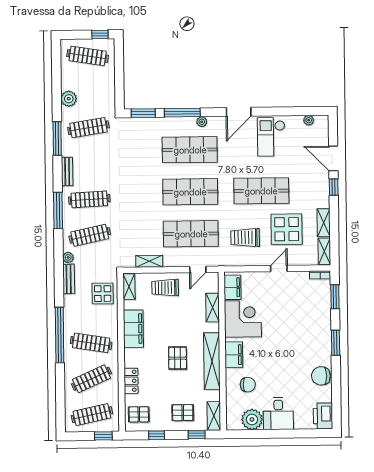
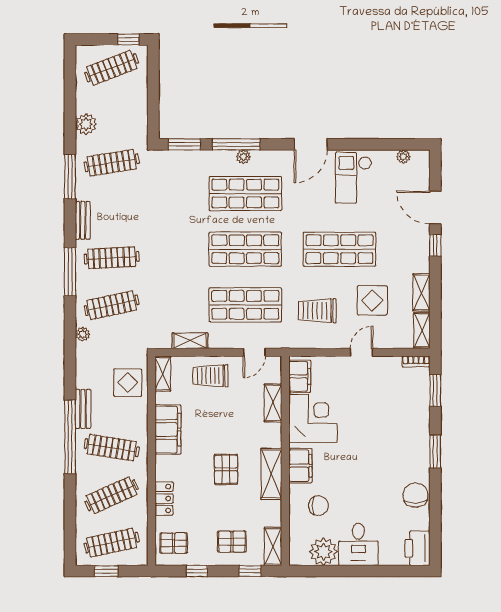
clothes rail: (88, 56) -> (112, 68), turned -30
plant: (202, 122) -> (243, 157), moved
display table: (287, 229) -> (372, 300), width x0.73, depth x0.73
bench: (69, 279) -> (83, 409), moved
shelving: (212, 361) -> (271, 474), width x0.68
chair: (321, 376) -> (415, 495), turned 88
window: (103, 436) -> (106, 571), moved

